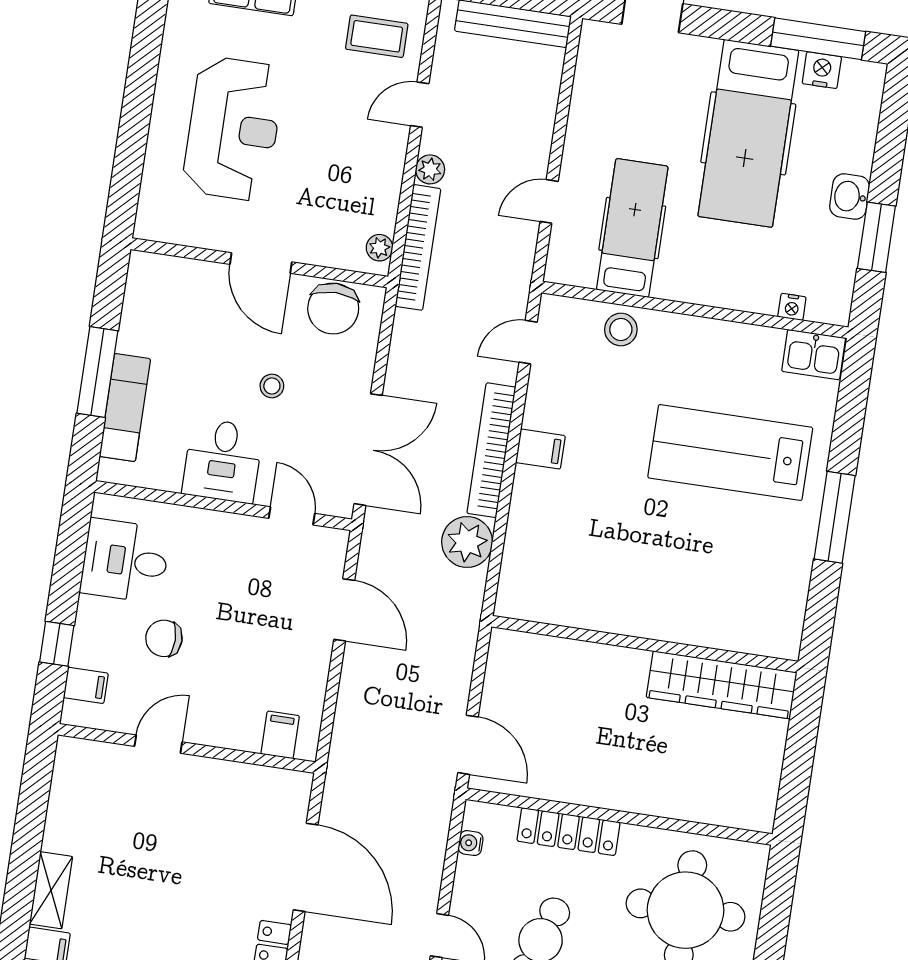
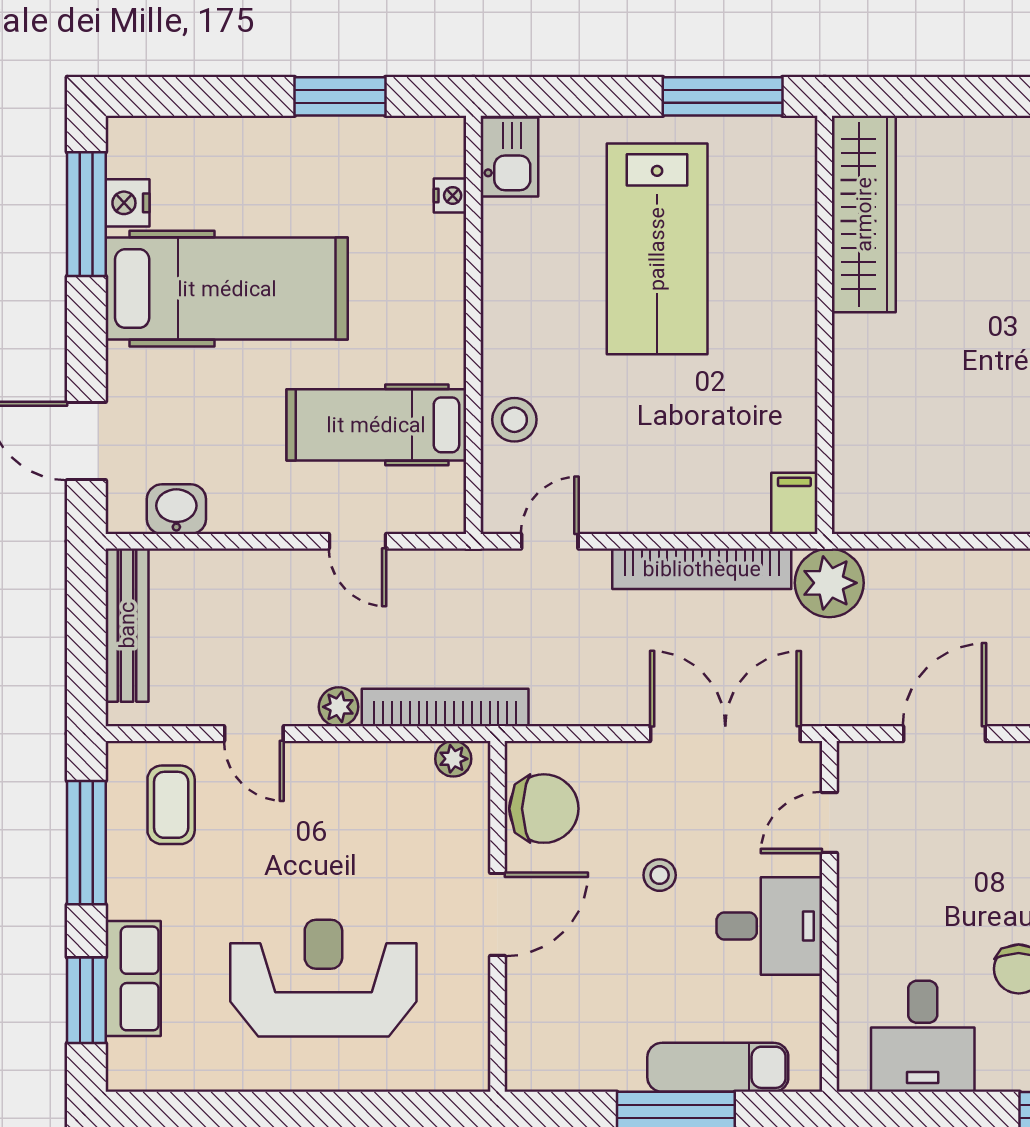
washbasin: (850, 196) -> (176, 509), moved, turned 180
door: (528, 342) -> (550, 541), swing flipped
filing cabinet: (540, 449) -> (794, 503), moved
wall: (645, 644) -> (825, 325), moved
wardrobe: (722, 685) -> (864, 214), moved

